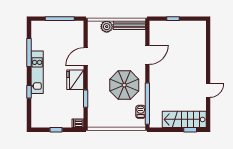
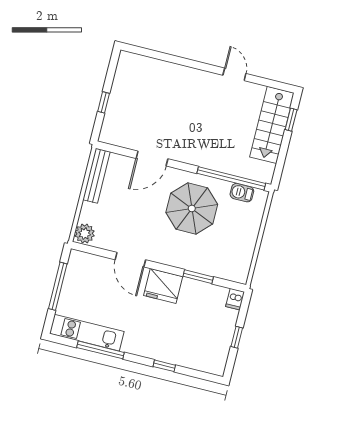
plant: (107, 27) -> (85, 234), moved
door: (147, 55) -> (152, 159), swing flipped
kitchen unit: (37, 72) -> (87, 333), moved

